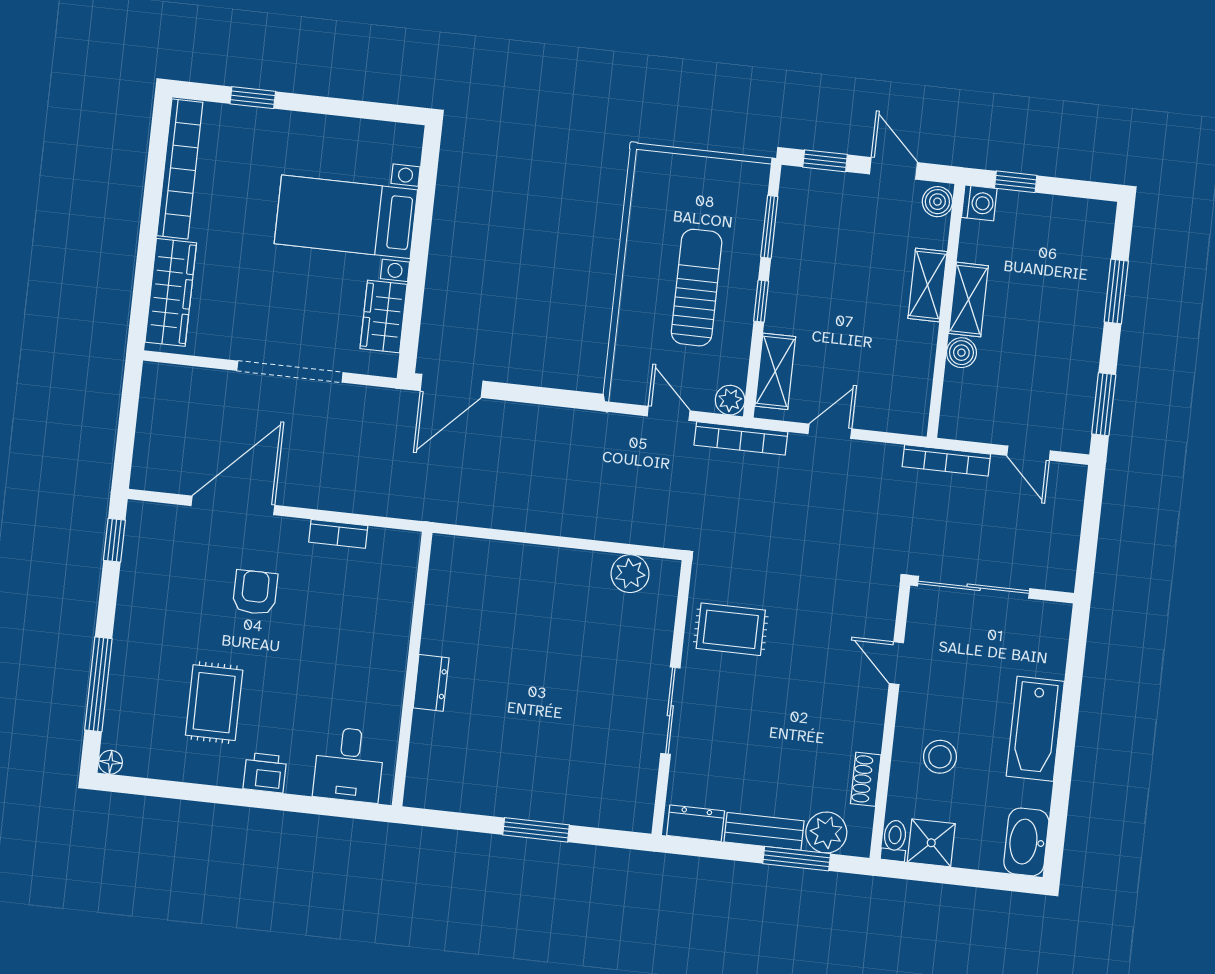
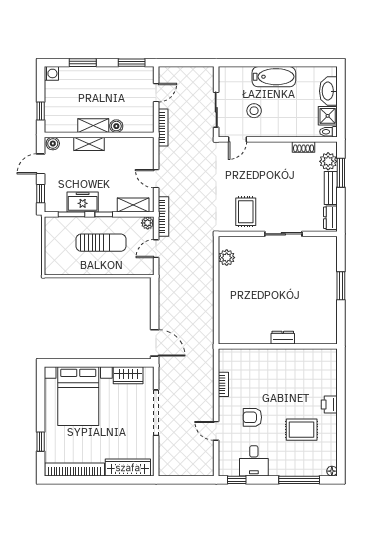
washing machine: (979, 203) -> (51, 73), moved, turned 90
bed with nightstands: (346, 217) -> (78, 396), width x1.36
freezer: (795, 256) -> (83, 202), added
sun lounger: (697, 288) -> (101, 243), turned 180
door: (233, 505) -> (216, 431), width x0.53
sliding door: (974, 587) -> (216, 110), width x0.73
door: (896, 663) -> (238, 139), moved
stool: (940, 757) -> (254, 111), moved
desk: (349, 765) -> (254, 461), moved, turned 90
washbasin: (1026, 842) -> (328, 91), moved, turned 90

